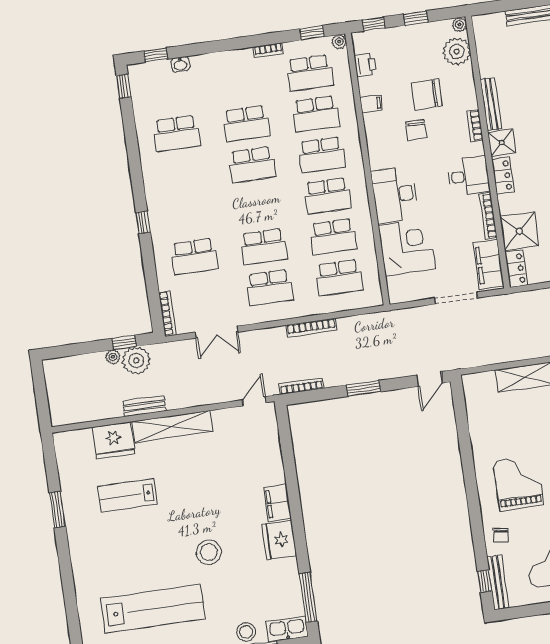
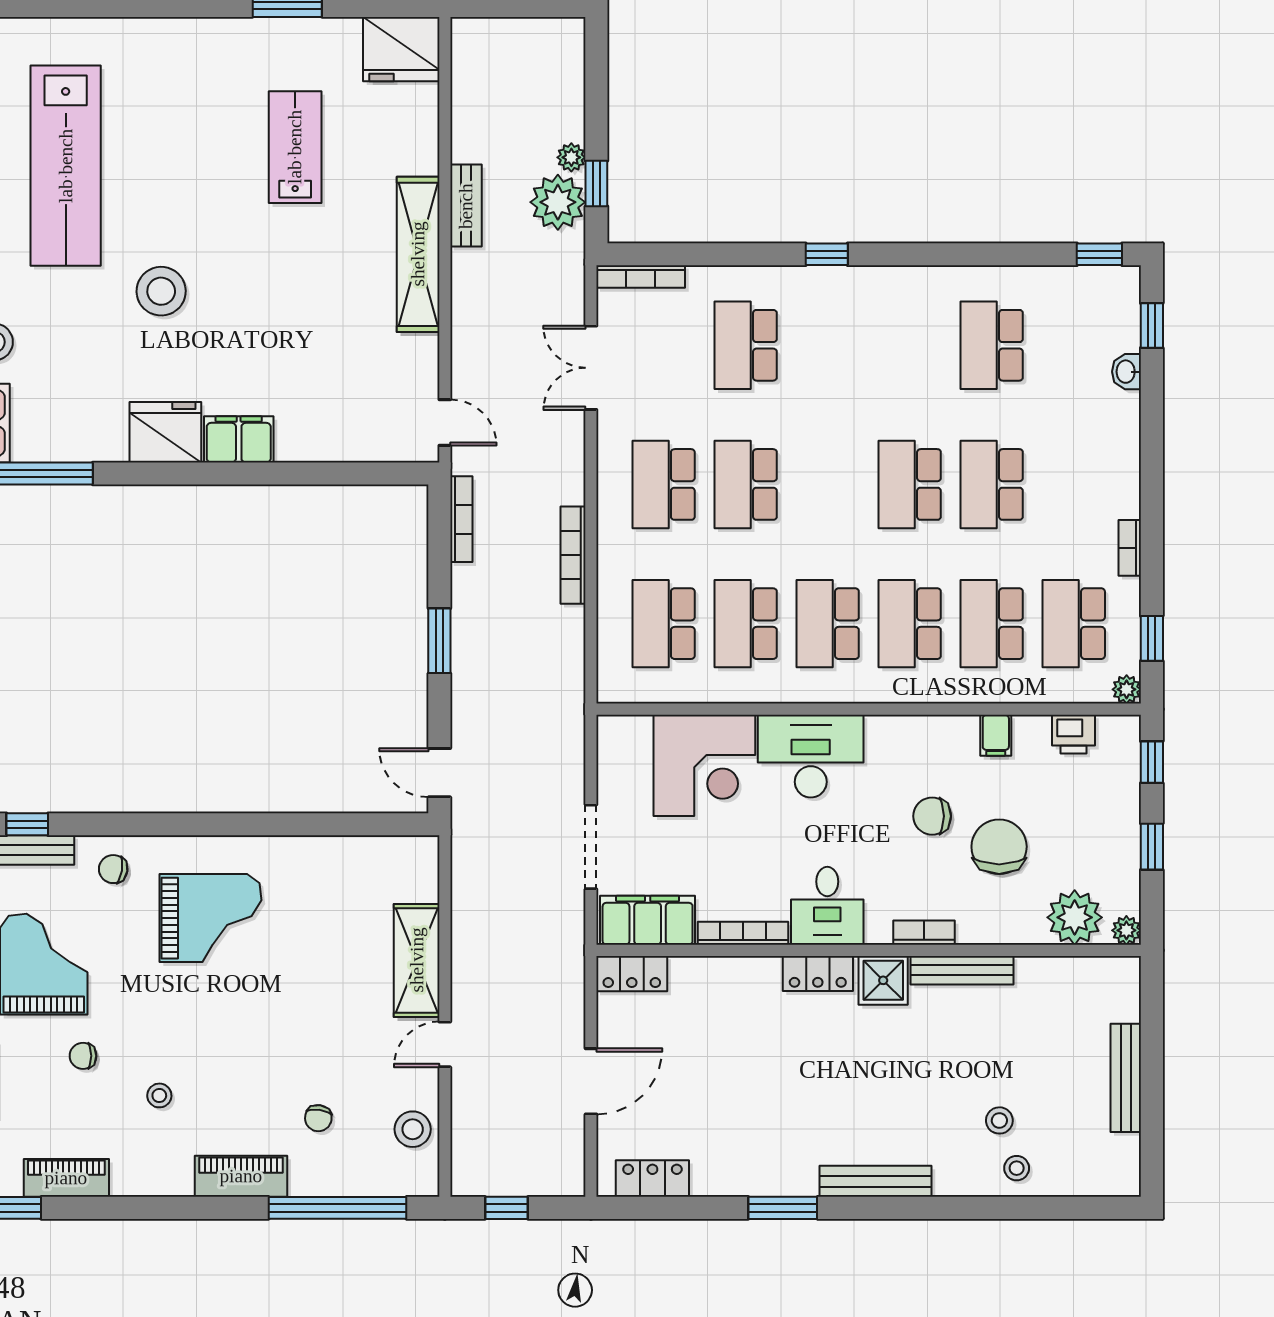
shower: (519, 231) -> (704, 990), removed
fridge: (114, 440) -> (401, 49), moved, turned -90

